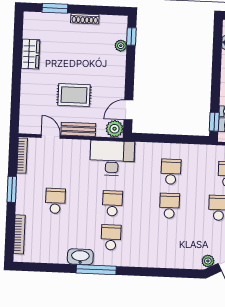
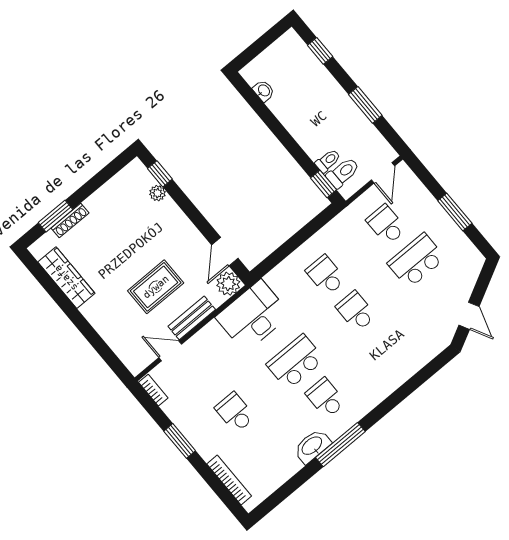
shoe rack: (85, 19) -> (70, 220), moved
wardrobe: (30, 54) -> (66, 278), width x1.50
bookcase: (22, 156) -> (153, 390), width x0.64
school desk: (112, 203) -> (295, 362), width x1.85
plant: (208, 261) -> (446, 332), removed

